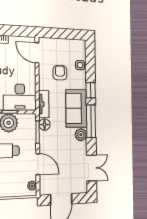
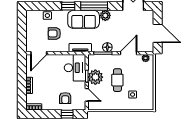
floor lamp: (44, 125) -> (107, 47), moved

